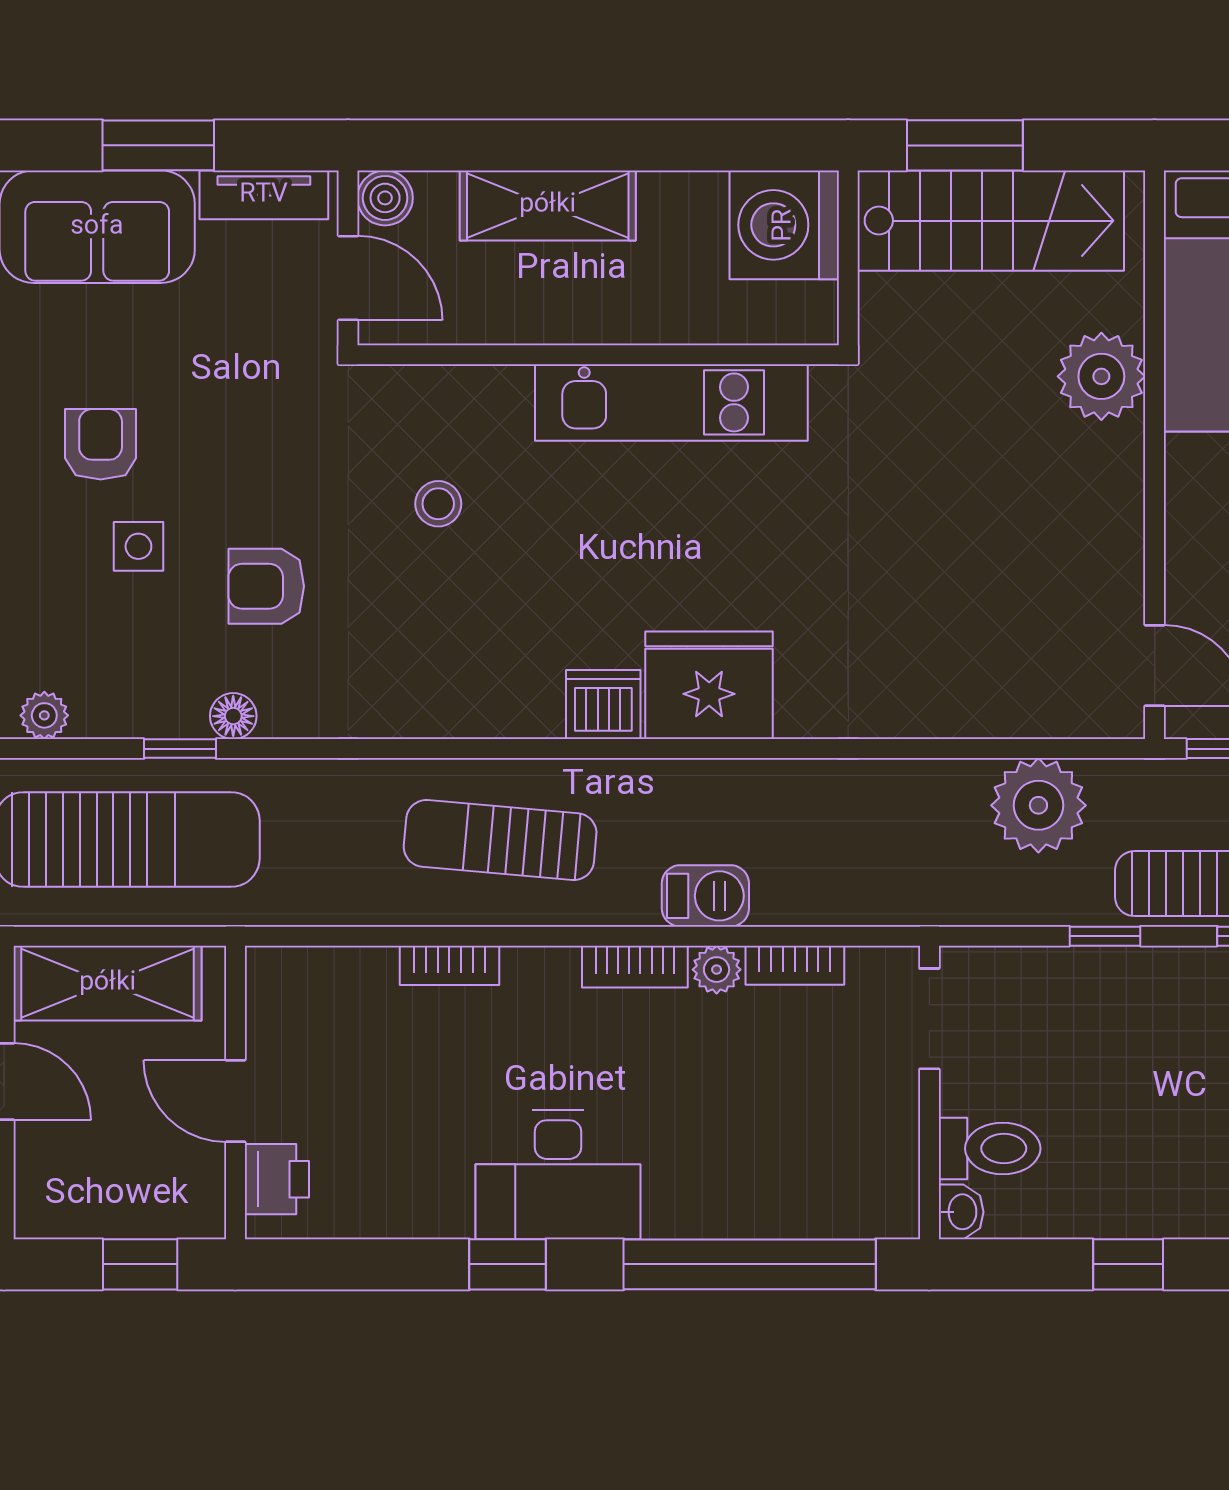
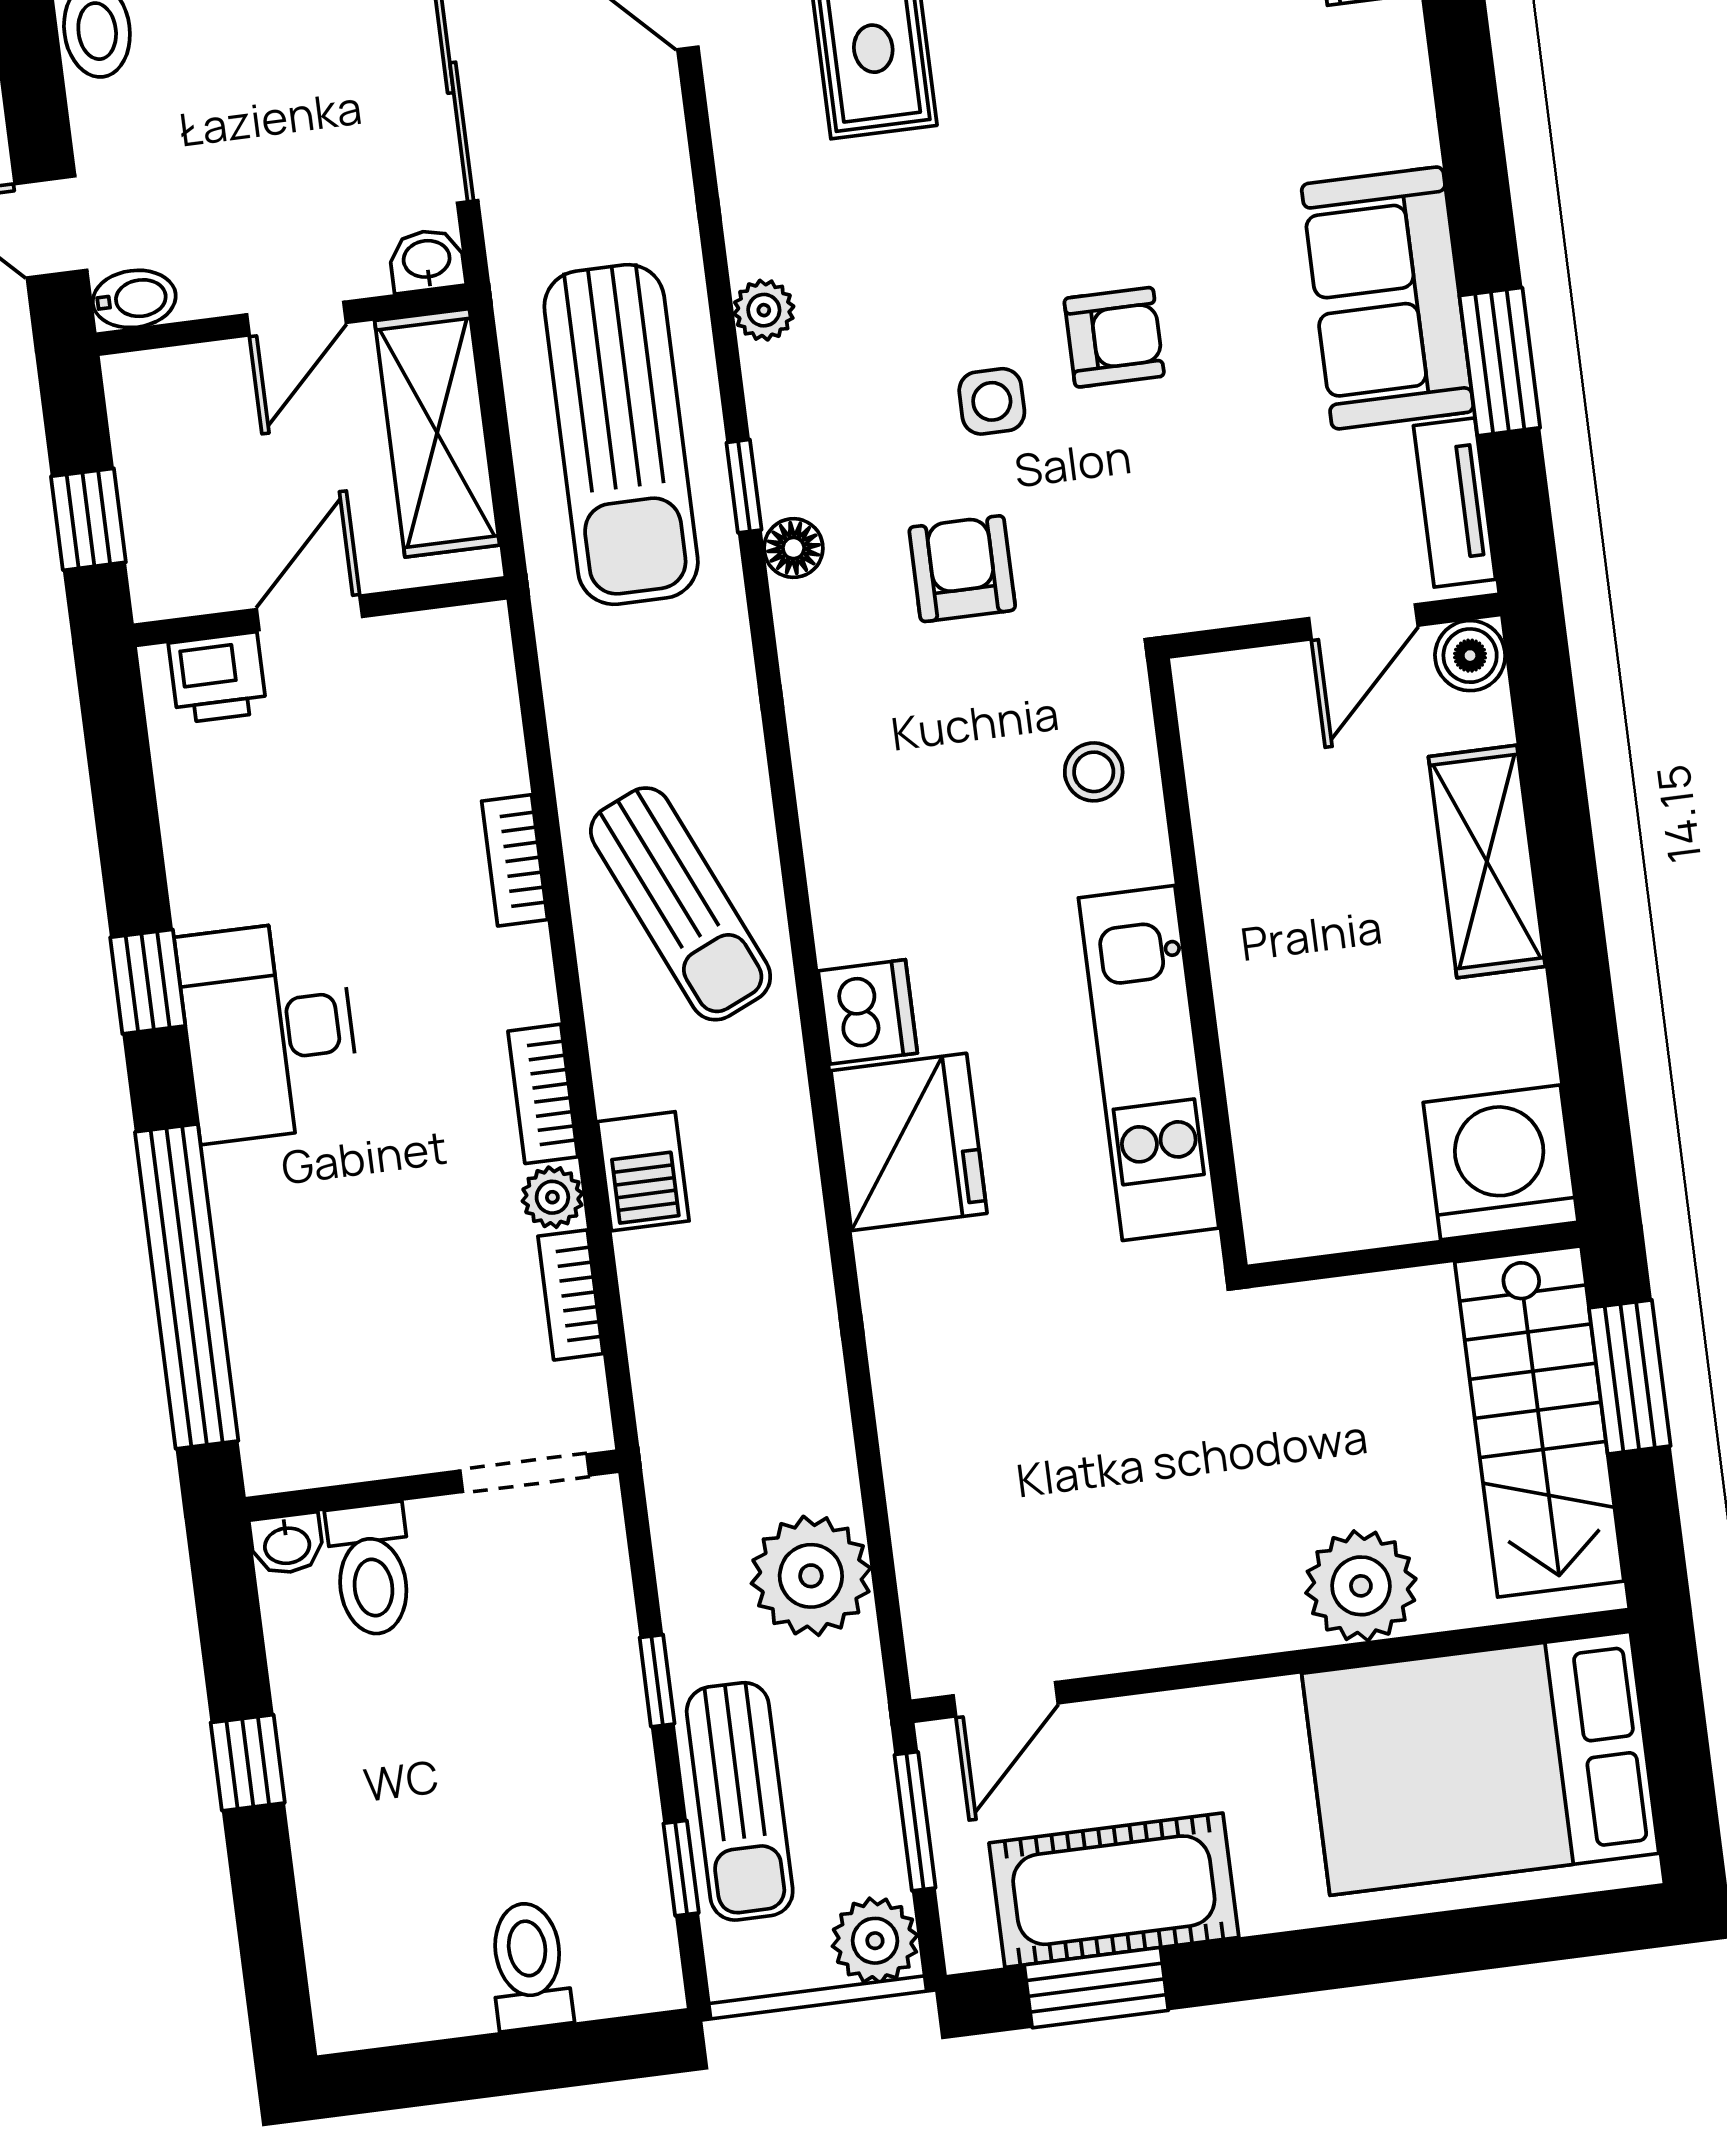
wall: (598, 355) -> (1197, 963), moved
kitchen unit: (671, 402) -> (1149, 1063), moved
sun lounger: (500, 840) -> (681, 904), turned 151

